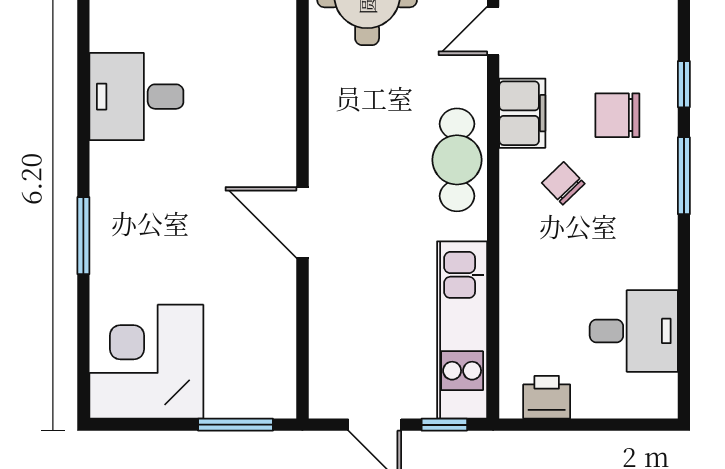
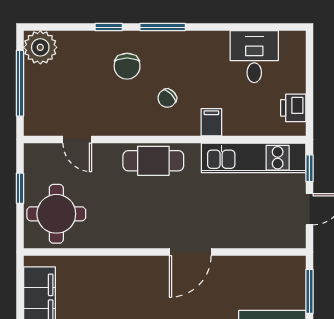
filing cabinet: (522, 113) -> (211, 122), moved, width x0.50

